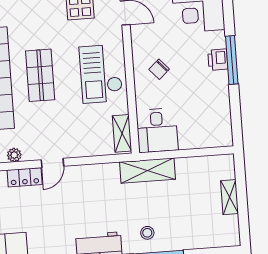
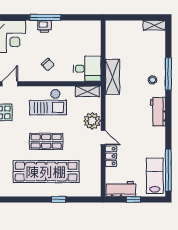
plant: (14, 155) -> (92, 121), moved, width x1.88, depth x1.88
shelving: (229, 197) -> (154, 25), moved

